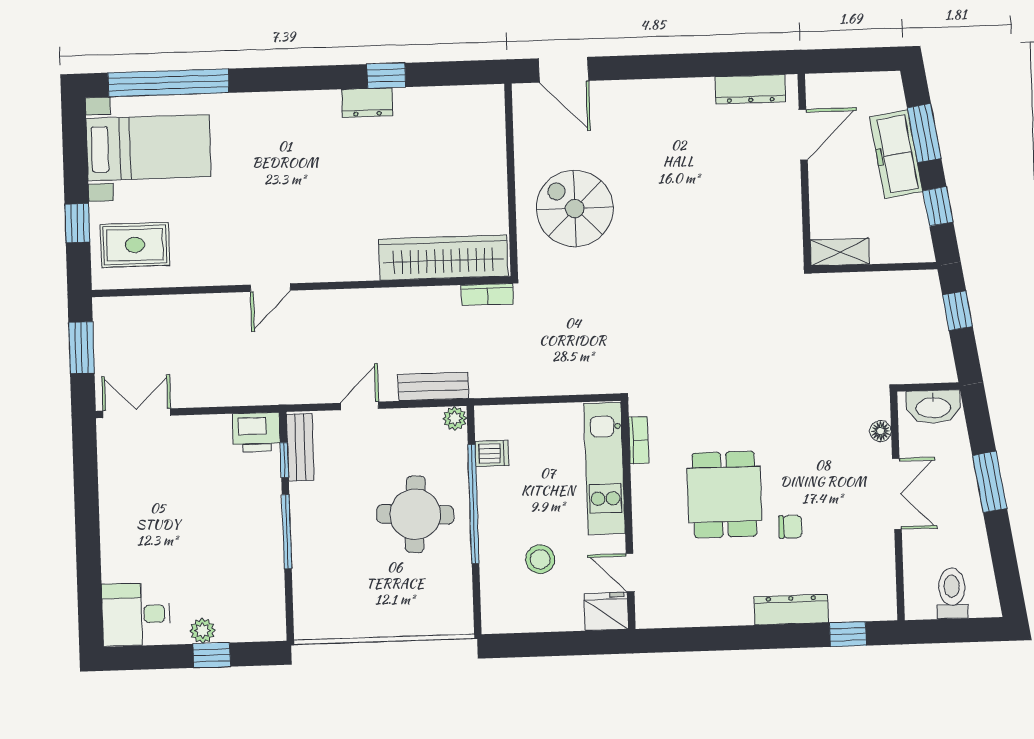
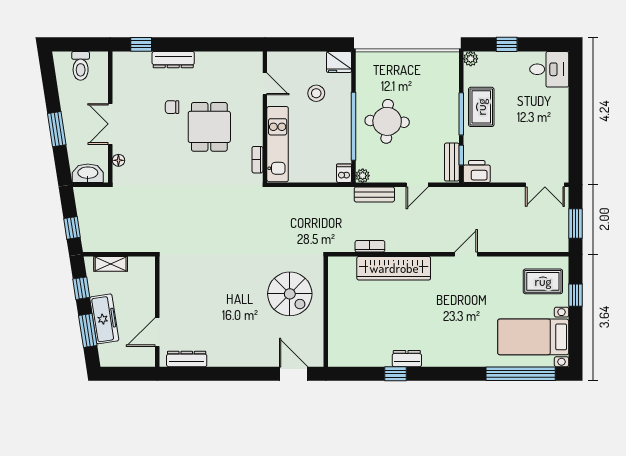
shelving: (840, 252) -> (111, 264), moved
wardrobe: (443, 258) -> (394, 268), moved
bookcase: (487, 294) -> (370, 246), moved
dishwasher: (492, 453) -> (344, 173), moved, turned 90
rug: (252, 545) -> (481, 107), added
fridge: (606, 611) -> (339, 62), moved
plant: (202, 631) -> (471, 59), moved

